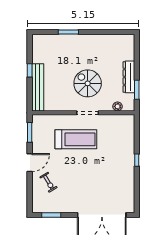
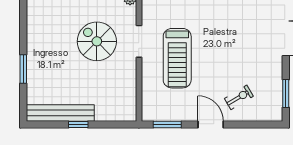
spiral stairs: (88, 83) -> (97, 41), turned 90
bench: (38, 87) -> (60, 113), moved
treadmill: (76, 139) -> (177, 58), turned 180

